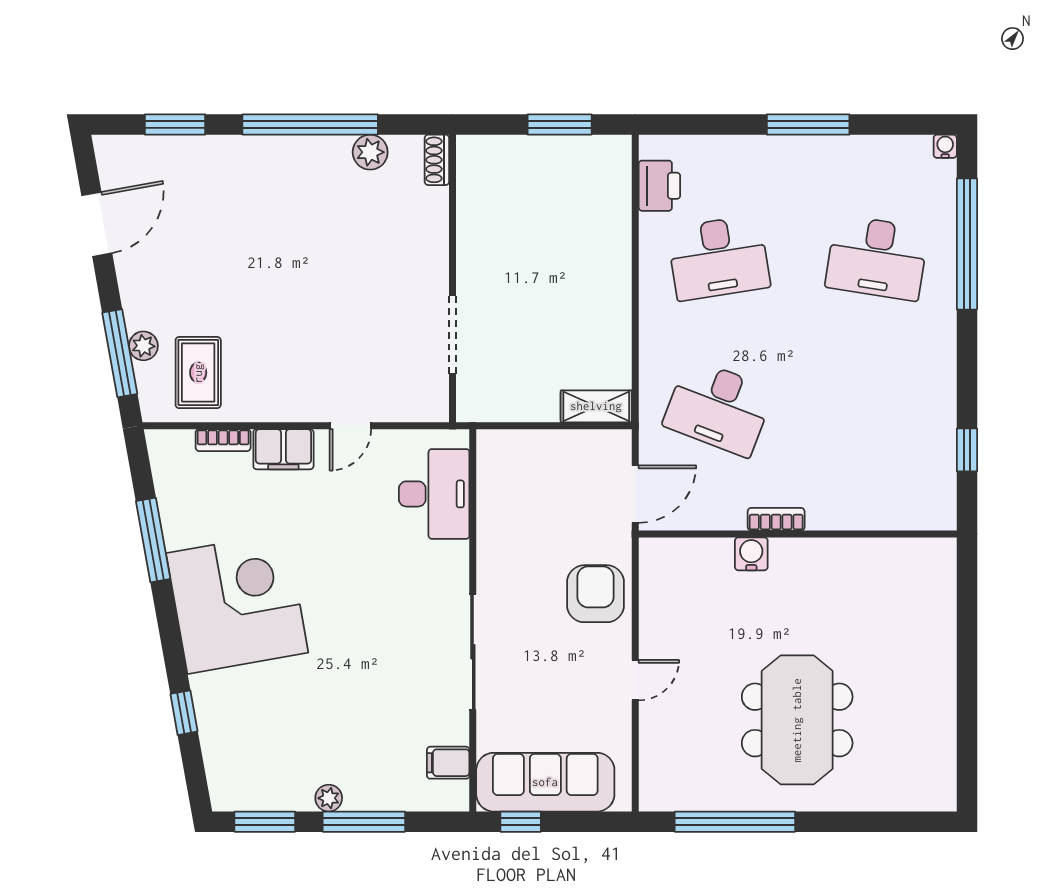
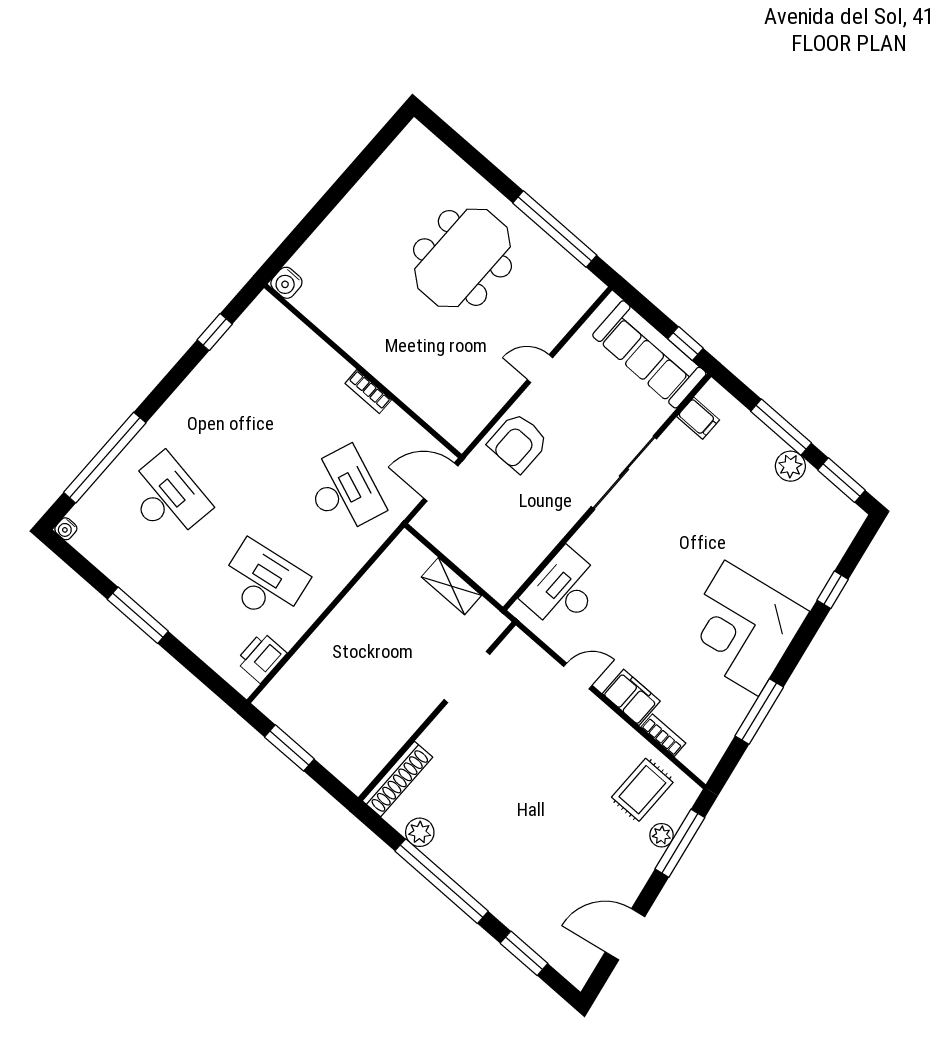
shoe rack: (437, 160) -> (398, 779), width x1.94, depth x1.24
shelving: (596, 406) -> (451, 586), moved
water cooler: (751, 554) -> (286, 283), moved
plant: (329, 798) -> (790, 466), width x1.38, depth x1.38

